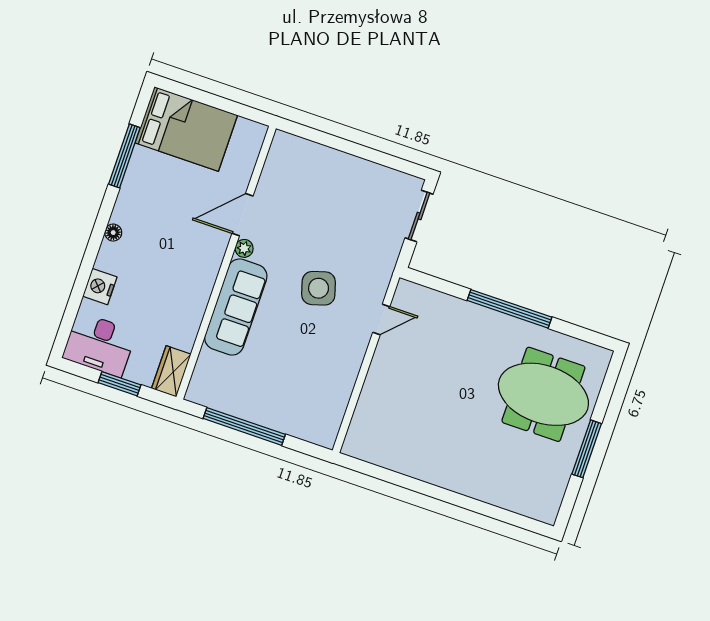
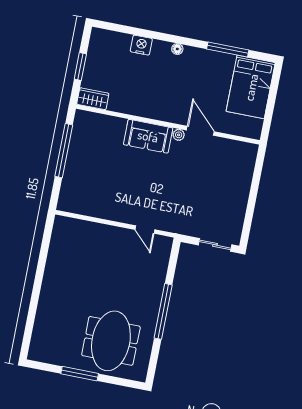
side table: (319, 288) -> (160, 186), removed
sofa: (236, 307) -> (148, 136), width x0.73
desk: (99, 345) -> (104, 50), removed

